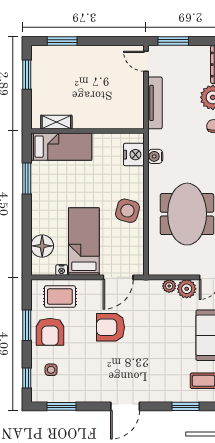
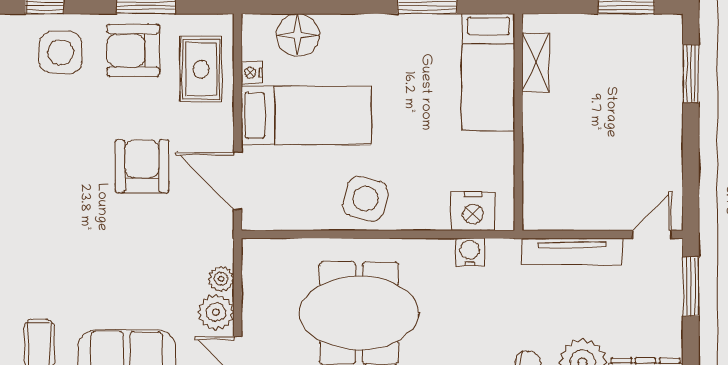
side table: (51, 370) -> (61, 52), width x1.87, depth x1.87

